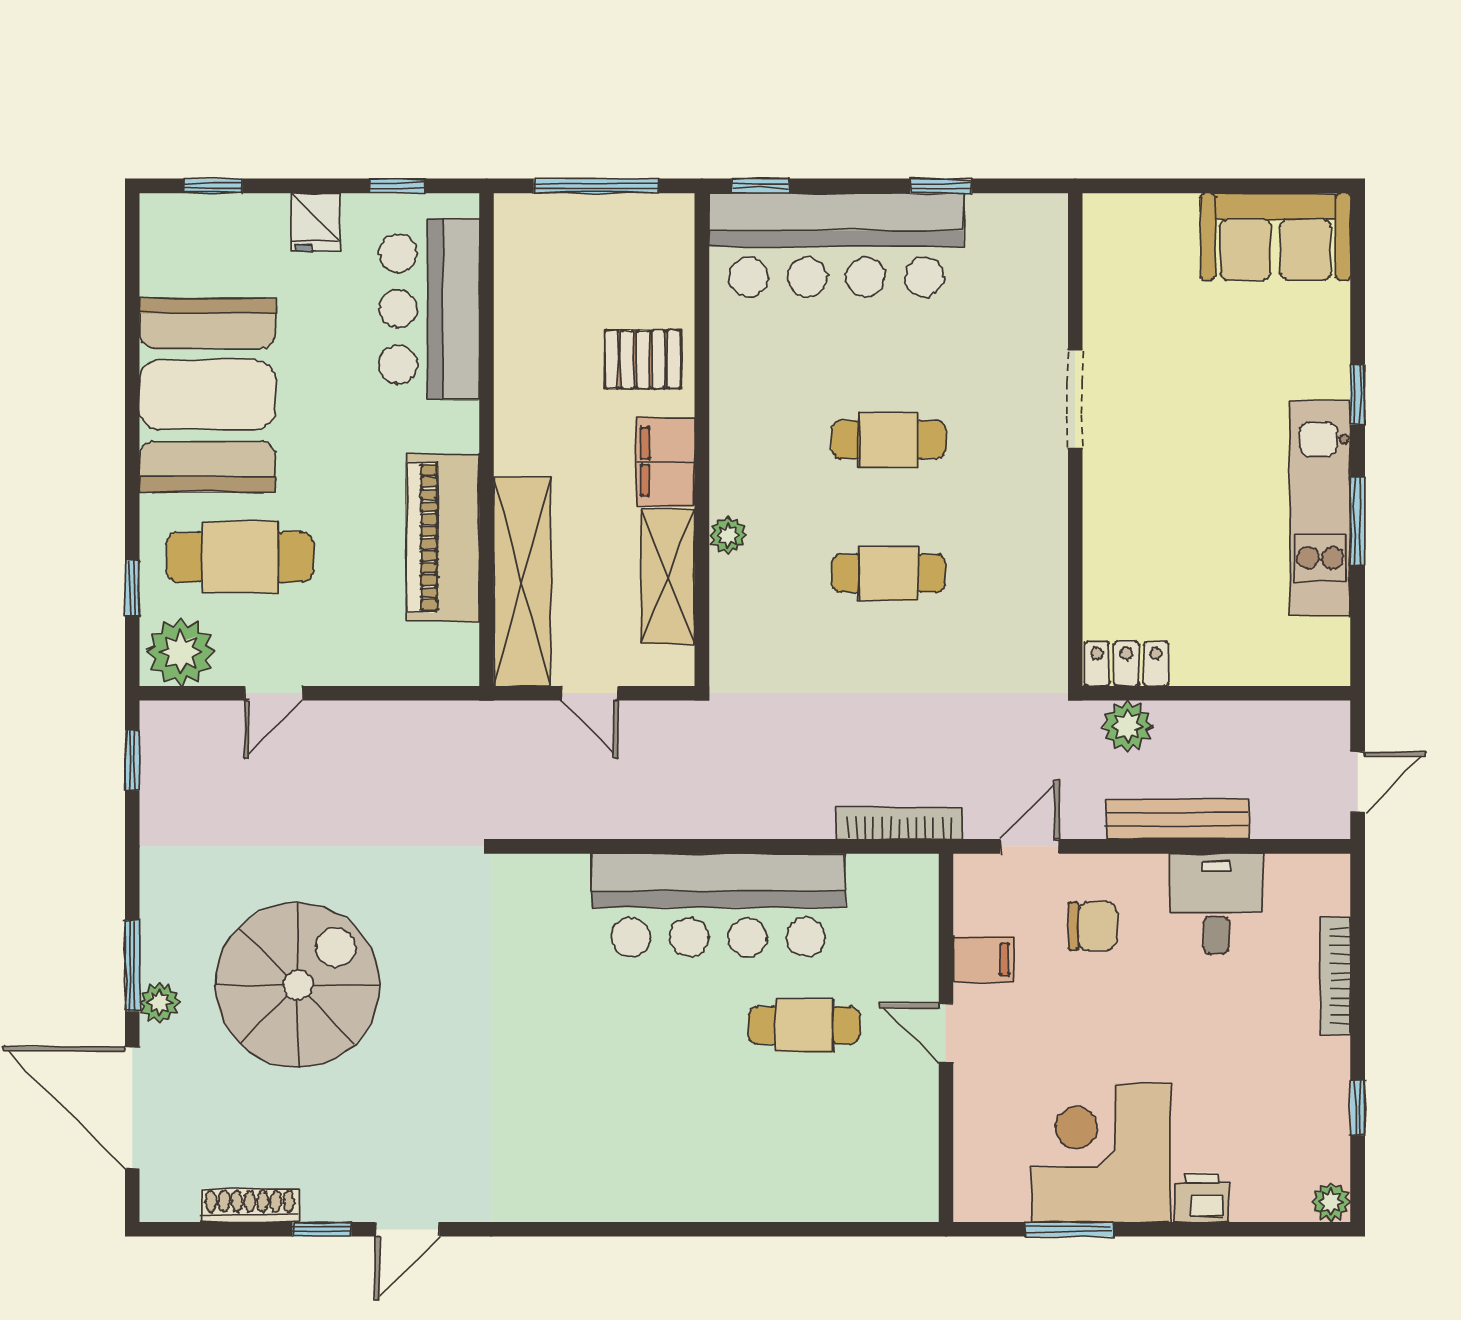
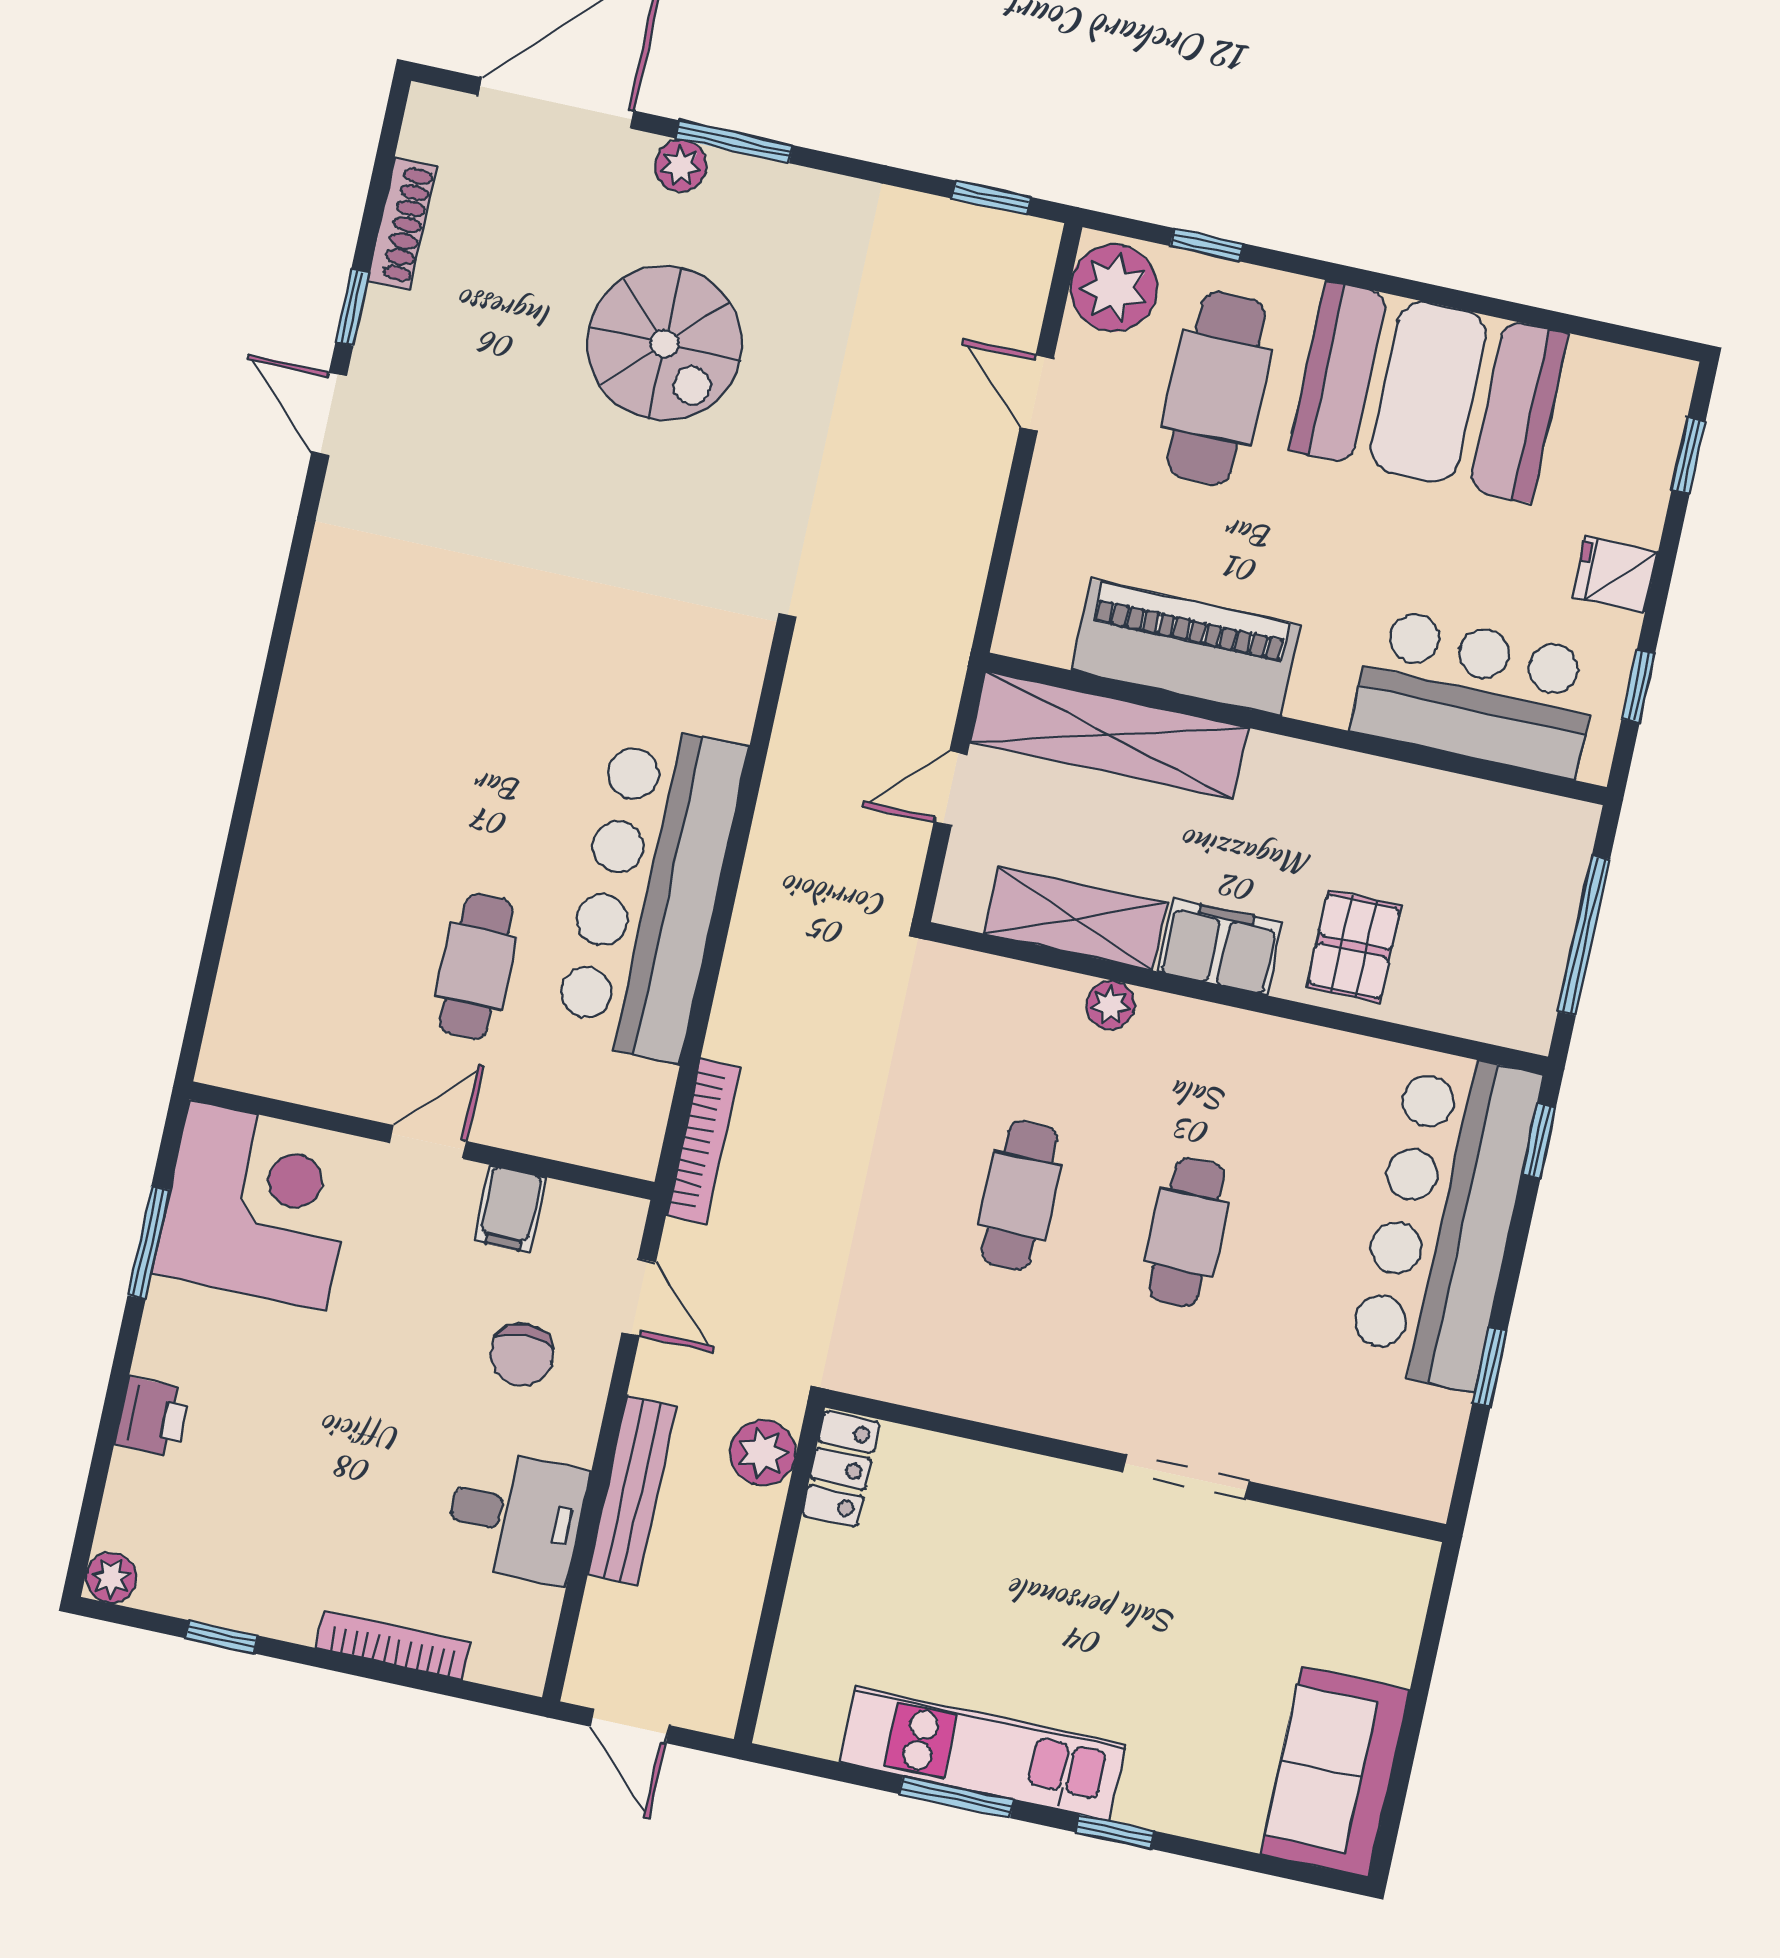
spiral stairs: (298, 985) -> (665, 343), width x0.73, depth x0.73
corner desk: (1101, 1153) -> (257, 1205), moved

